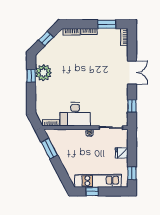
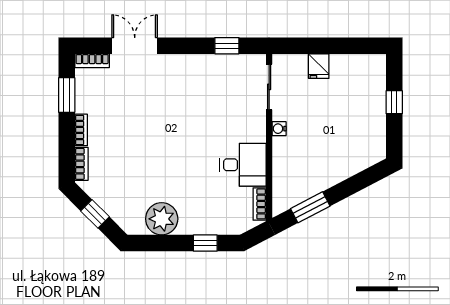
double door: (132, 72) -> (135, 46), moved
window: (31, 76) -> (205, 243), moved
desk: (75, 114) -> (243, 165), width x0.73
window: (132, 173) -> (358, 46), removed
kitchen unit: (98, 181) -> (373, 112), removed
window: (92, 192) -> (394, 102), moved

